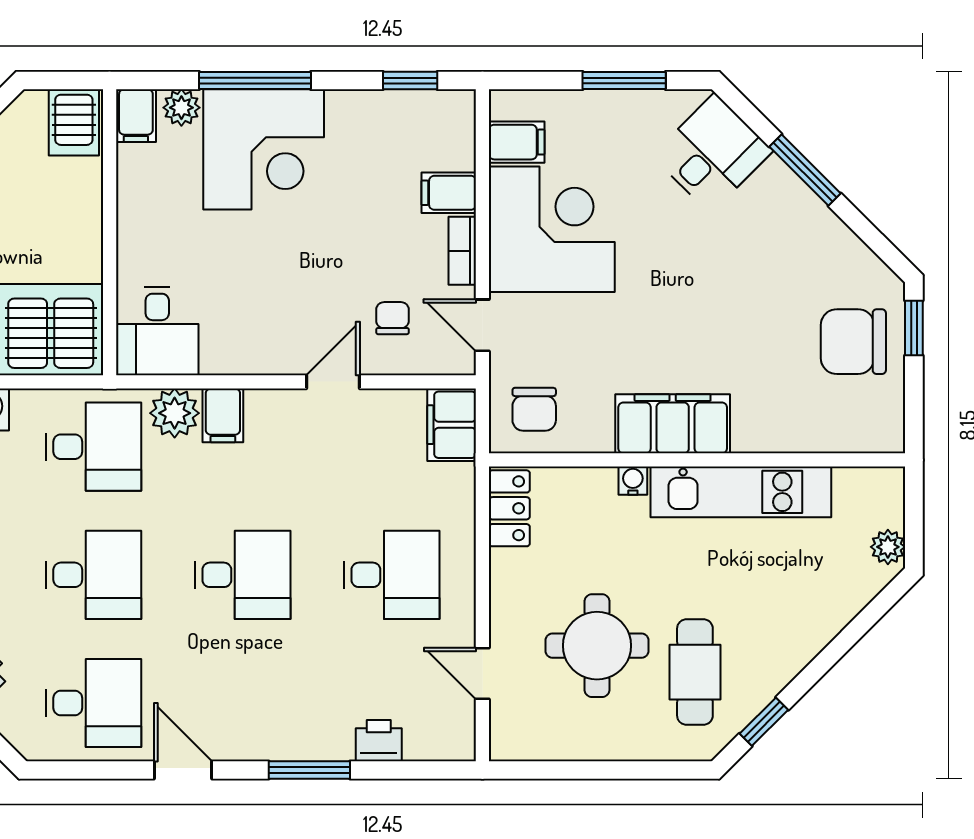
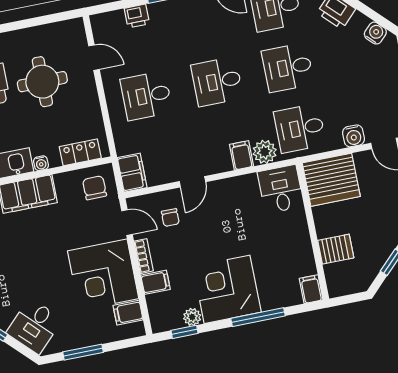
plant: (181, 108) -> (192, 317), moved
server rack: (74, 122) -> (336, 249), moved, turned 90
corner desk: (264, 149) -> (227, 289), moved
locker: (509, 508) -> (80, 152), moved, turned 90

